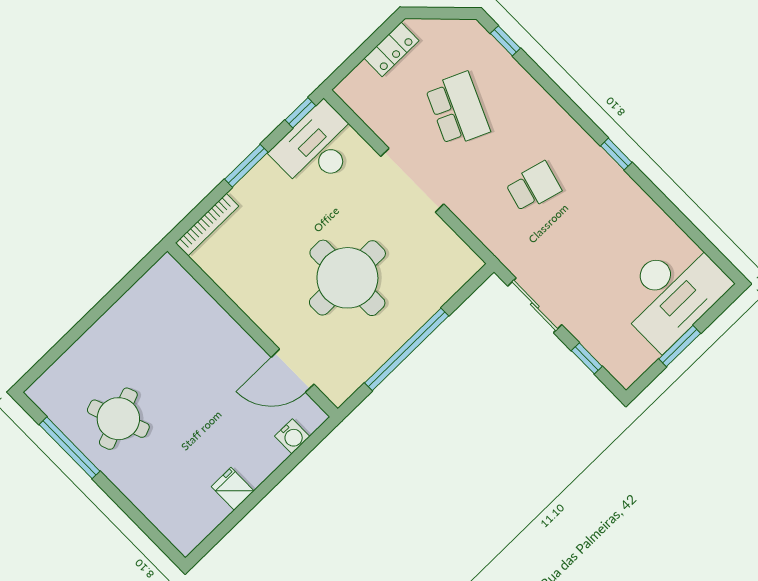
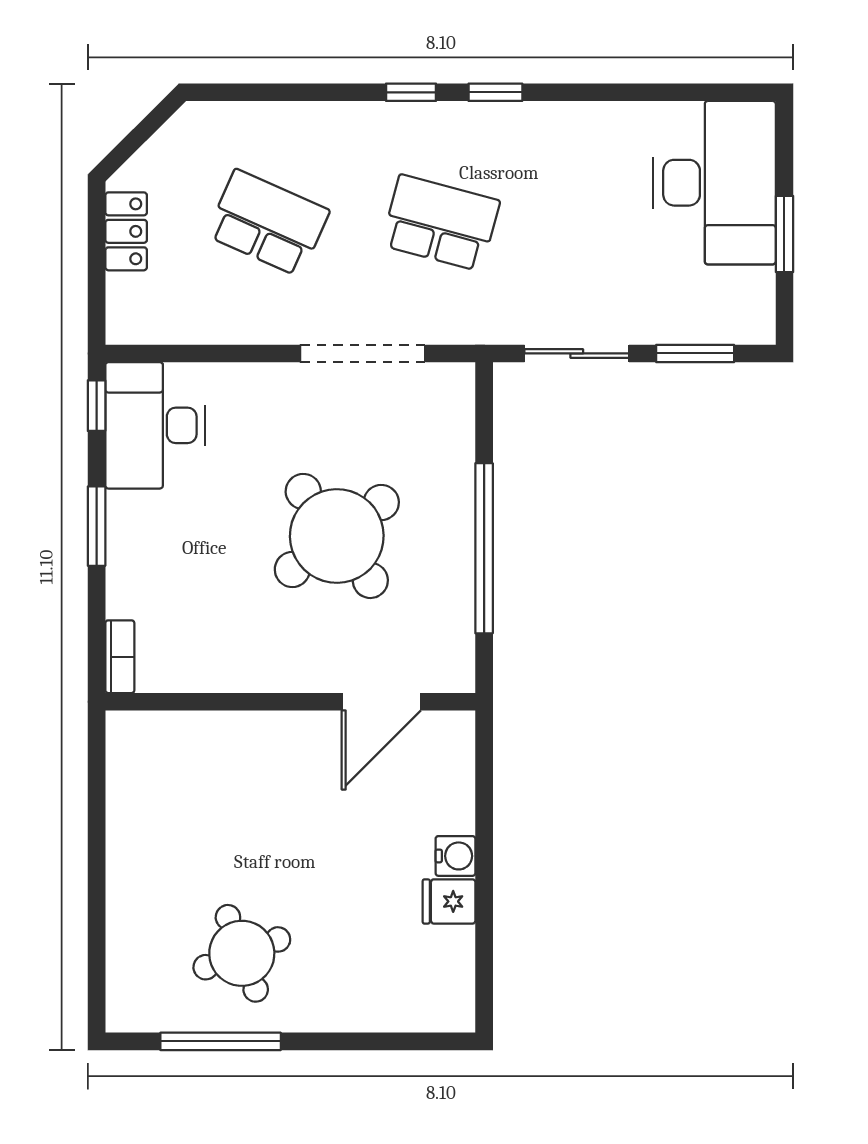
window: (505, 41) -> (411, 92), moved
doorway: (412, 180) -> (363, 353), moved
school desk: (534, 187) -> (441, 223), width x1.85
bookcase: (207, 225) -> (120, 657), width x0.64
round table: (347, 278) -> (337, 536), turned -37
window: (587, 358) -> (695, 353), width x1.50
water cooler: (292, 436) -> (455, 856), moved

